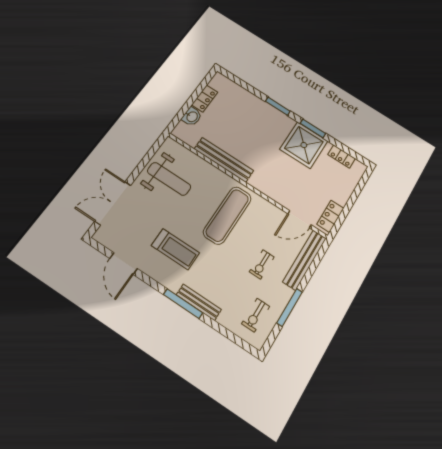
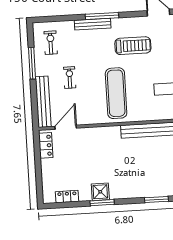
window: (278, 106) -> (156, 199), moved
shower: (304, 145) -> (100, 192), width x0.54, depth x0.54
treadmill: (175, 249) -> (133, 46), turned 180

